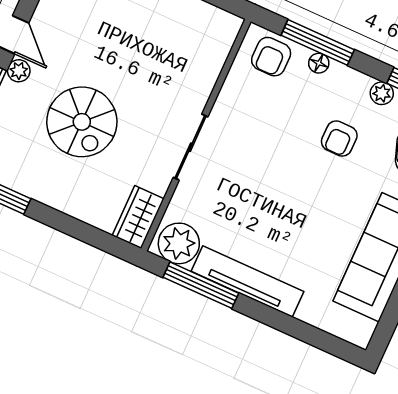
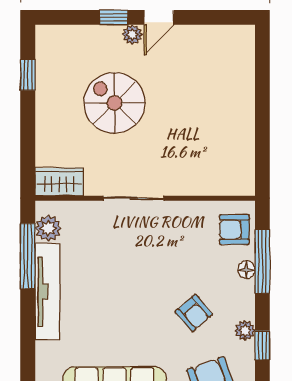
spiral stairs: (82, 122) -> (114, 103), turned 90
armchair: (339, 138) -> (194, 313), turned -131
plant: (179, 243) -> (48, 228), width x0.73, depth x0.73

